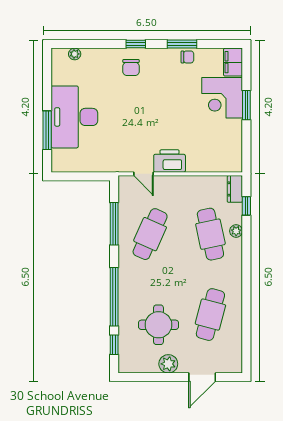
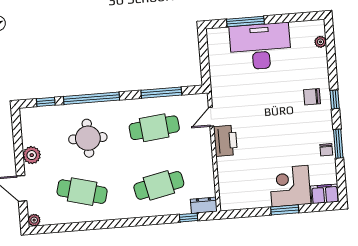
plant: (236, 231) -> (34, 220), moved
cafe table: (150, 234) -> (154, 128), turned -30
round table: (158, 325) -> (88, 138), moved

